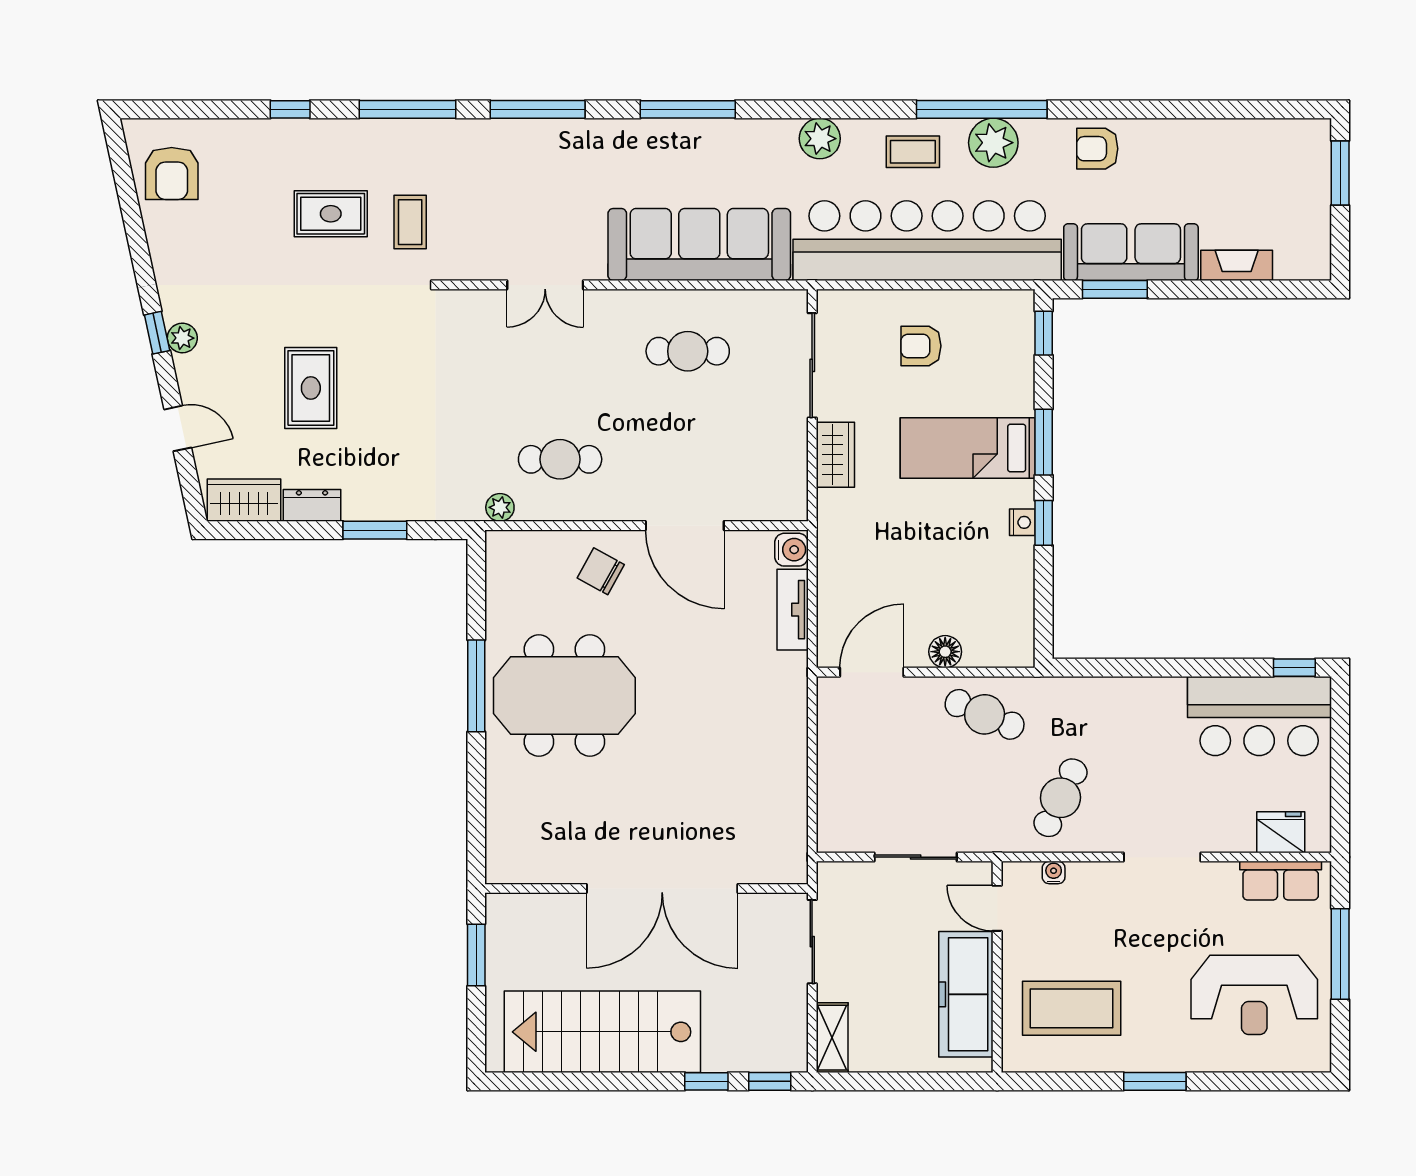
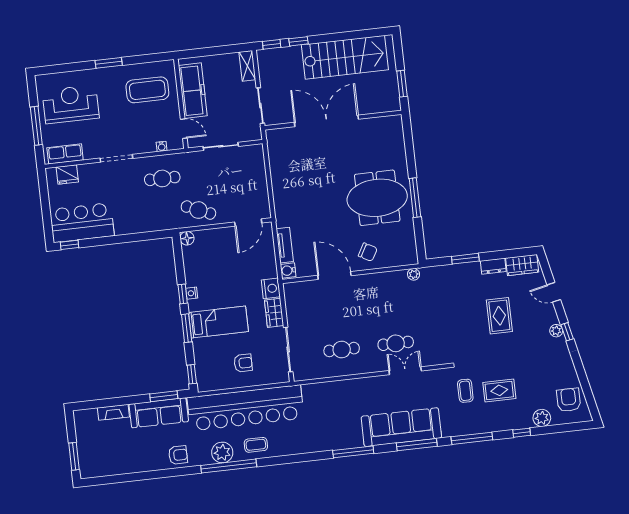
plant: (820, 139) -> (542, 418), moved
sofa: (699, 245) -> (401, 427), moved, turned 180
cafe table: (560, 459) -> (396, 343), moved
nightstand: (836, 512) -> (271, 288), added
floor lamp: (945, 652) -> (187, 238), moved
cafe table: (1060, 798) -> (162, 178), turned 64

